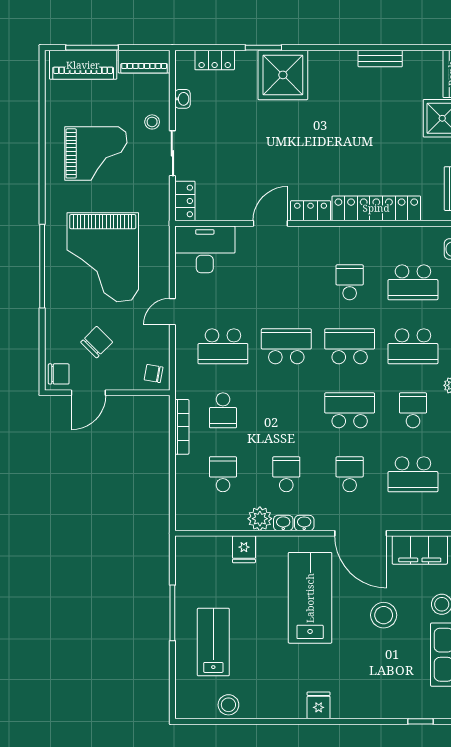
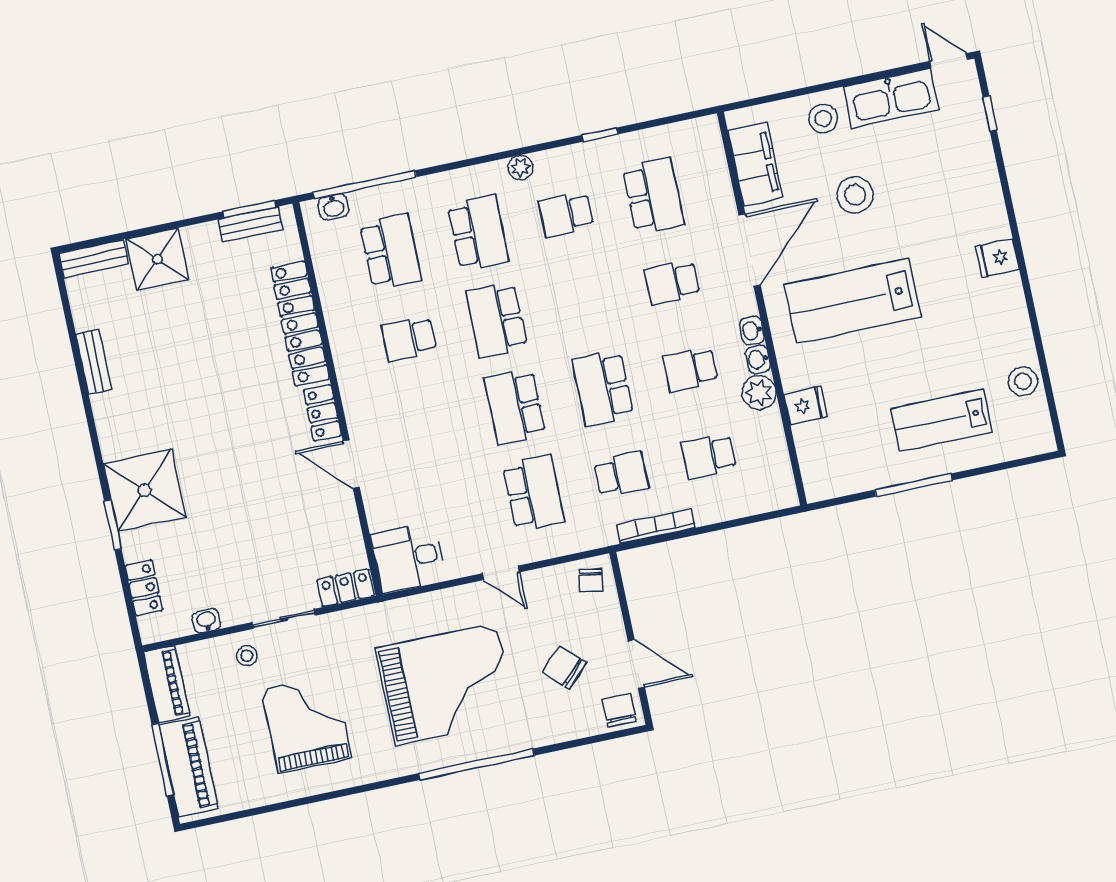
desk: (205, 249) -> (408, 558), width x0.73
school desk: (350, 410) -> (603, 388), moved

